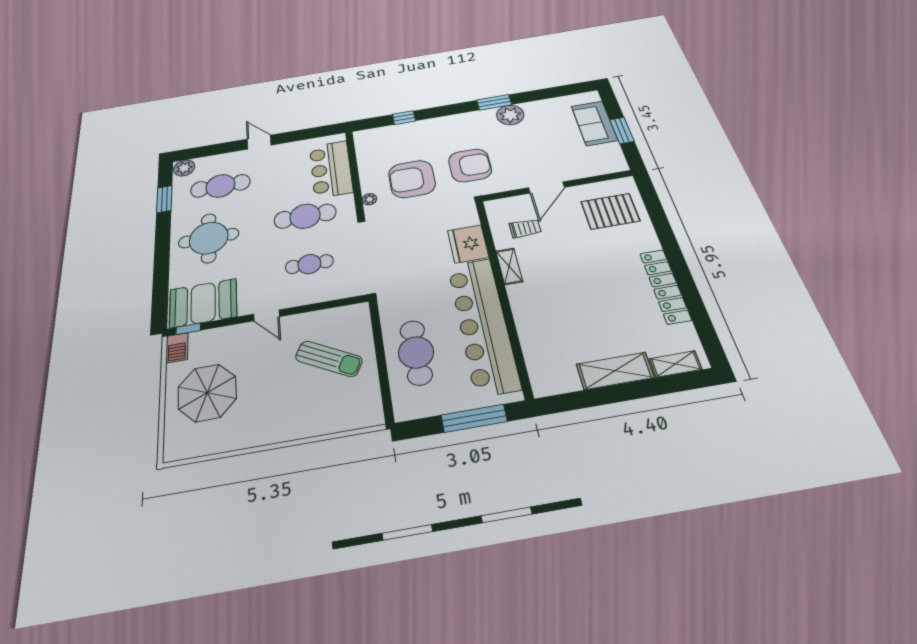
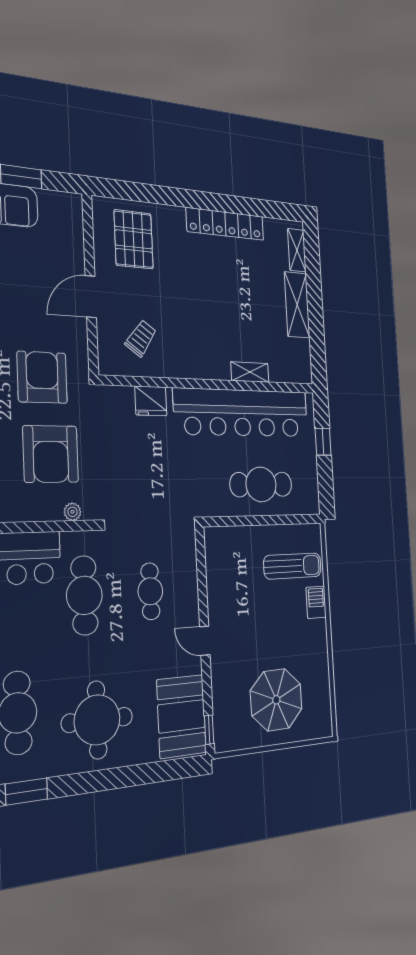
door: (547, 188) -> (91, 297), swing flipped
trolley: (525, 228) -> (141, 338), turned 36
fridge: (468, 244) -> (151, 401), width x0.73, depth x0.75
shelving: (509, 266) -> (250, 372), moved
door: (267, 315) -> (205, 641), swing flipped
barbecue: (177, 348) -> (316, 602), moved, turned -90
sun lounger: (329, 359) -> (293, 566), moved, turned 62
window: (474, 418) -> (323, 442), width x0.46

